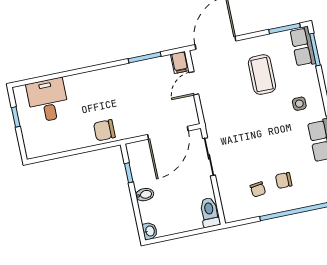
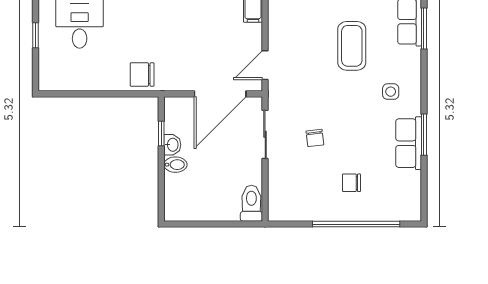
door: (194, 83) -> (265, 65), moved
chair: (258, 189) -> (315, 138), moved
washbasin: (150, 231) -> (172, 145), moved

